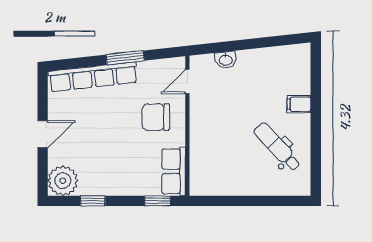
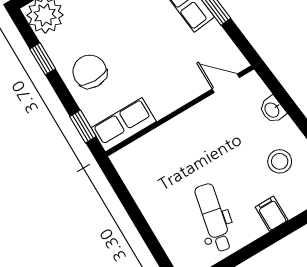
stool: (265, 76) -> (280, 161), added
chair: (156, 117) -> (90, 72), moved
dental chair: (277, 147) -> (214, 218), turned -35

